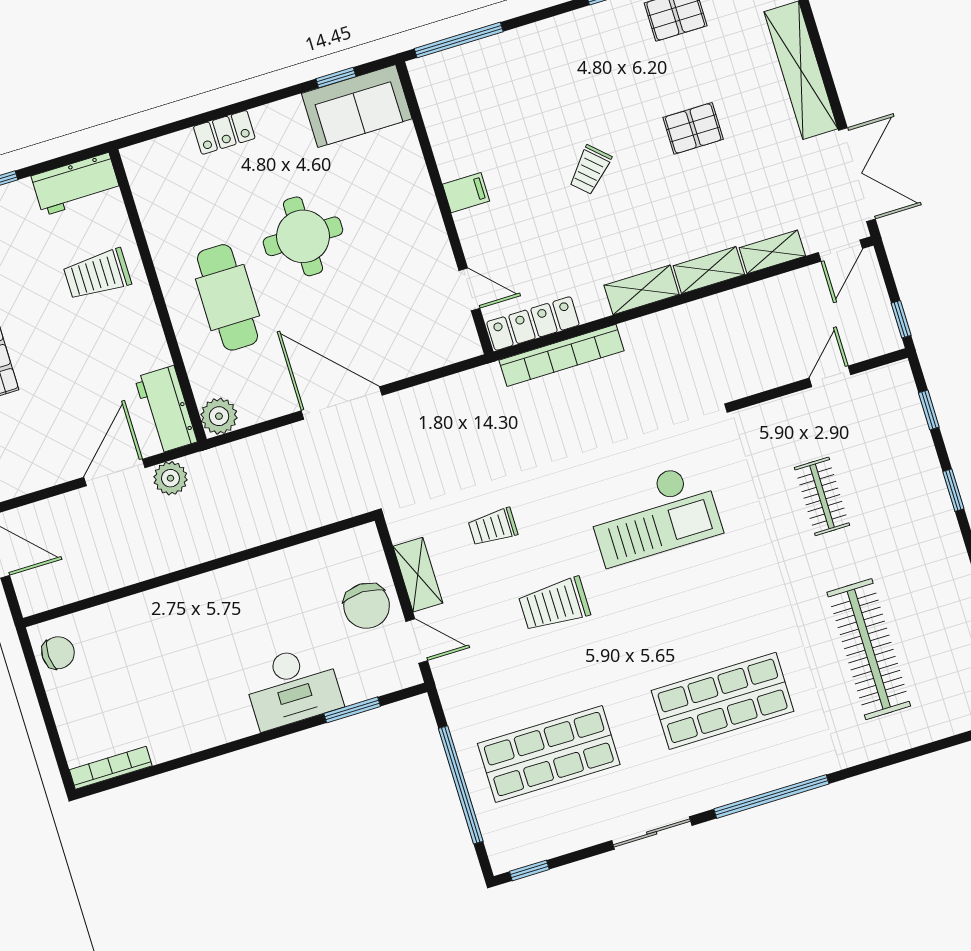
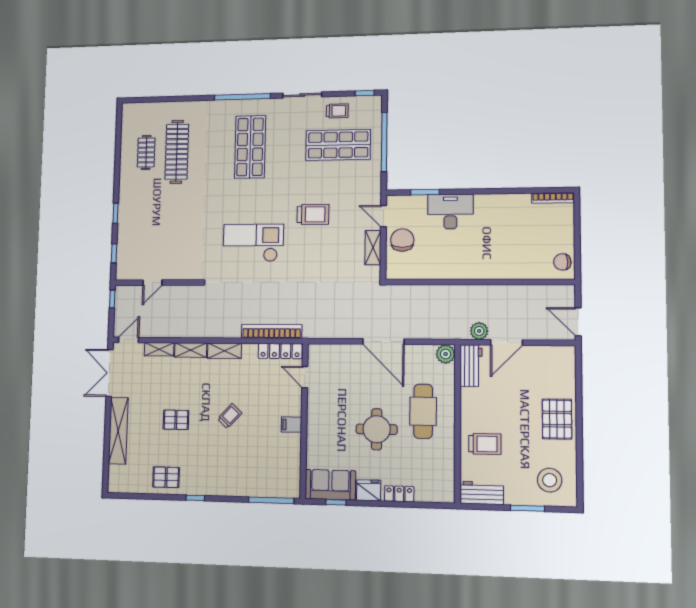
fridge: (283, 120) -> (369, 490), added
clothes rail: (822, 496) -> (146, 152), moved
trolley: (493, 527) -> (337, 111), moved
shop shelf: (723, 701) -> (250, 147), turned 90

